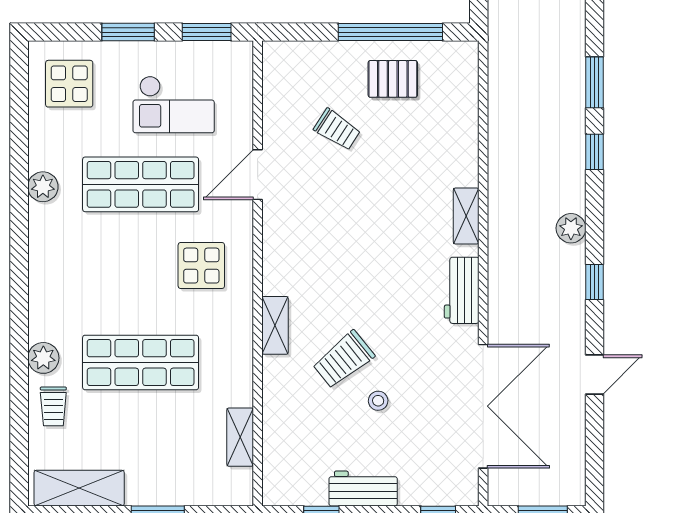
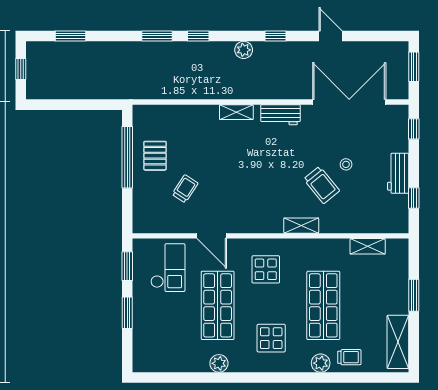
display table: (69, 84) -> (271, 338), moved
checkout: (174, 104) -> (168, 268), moved

